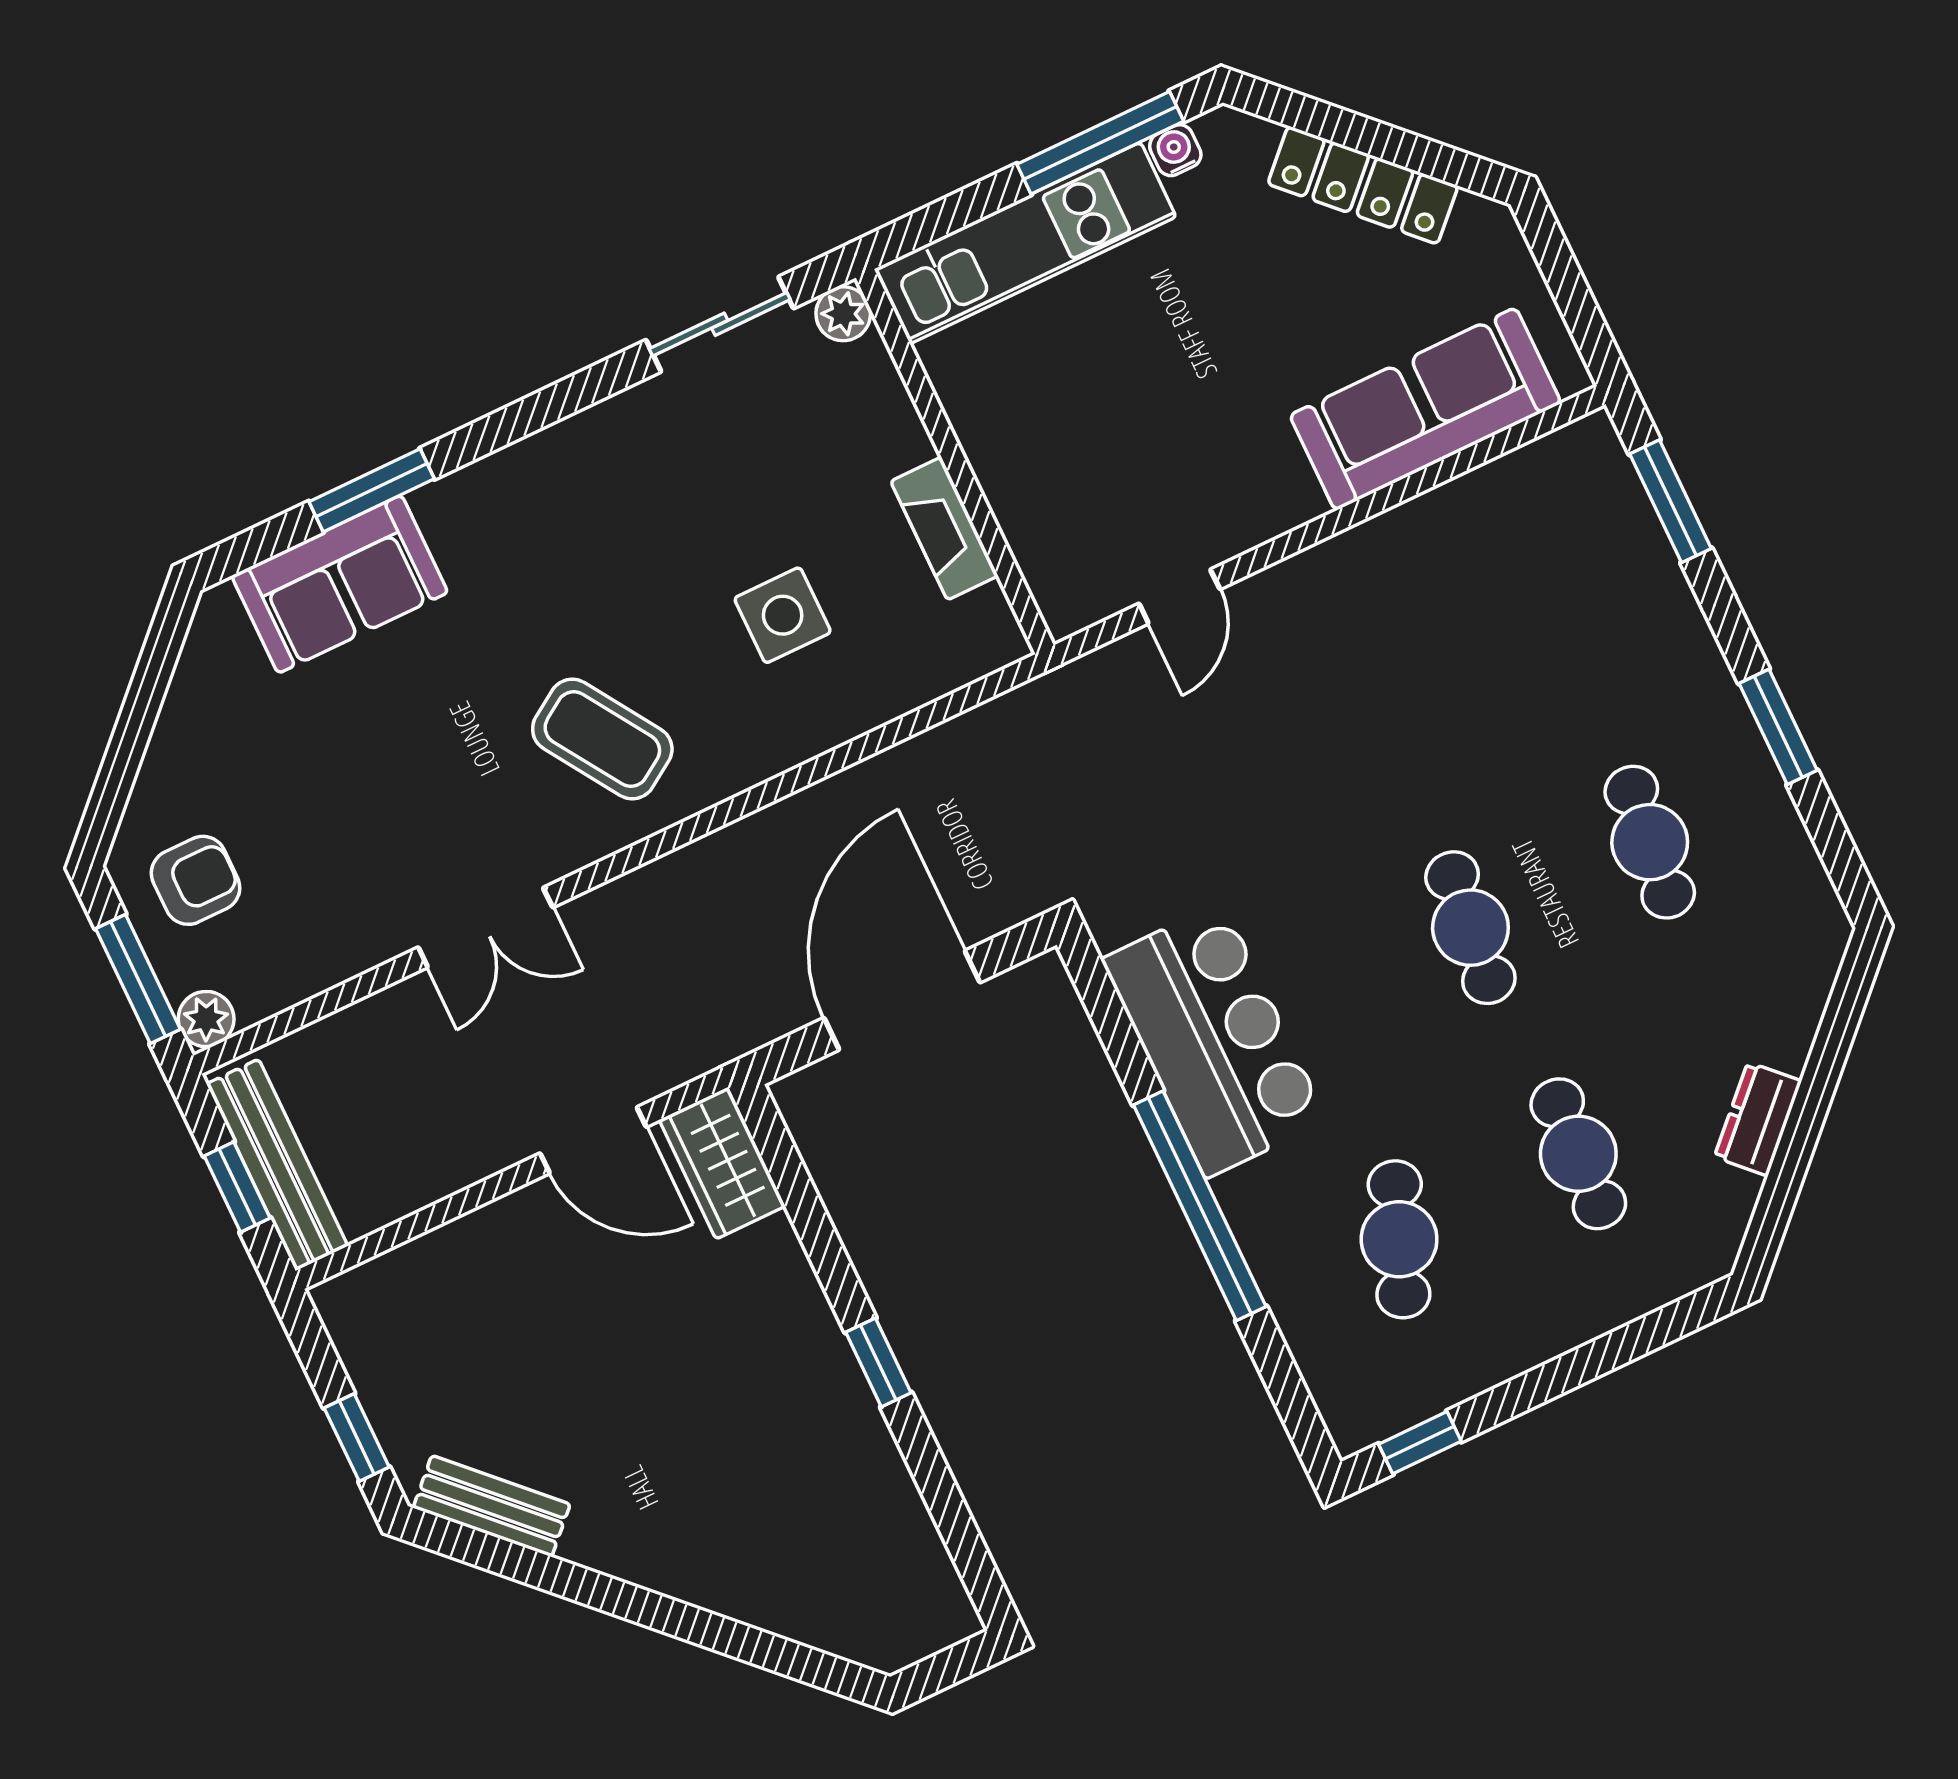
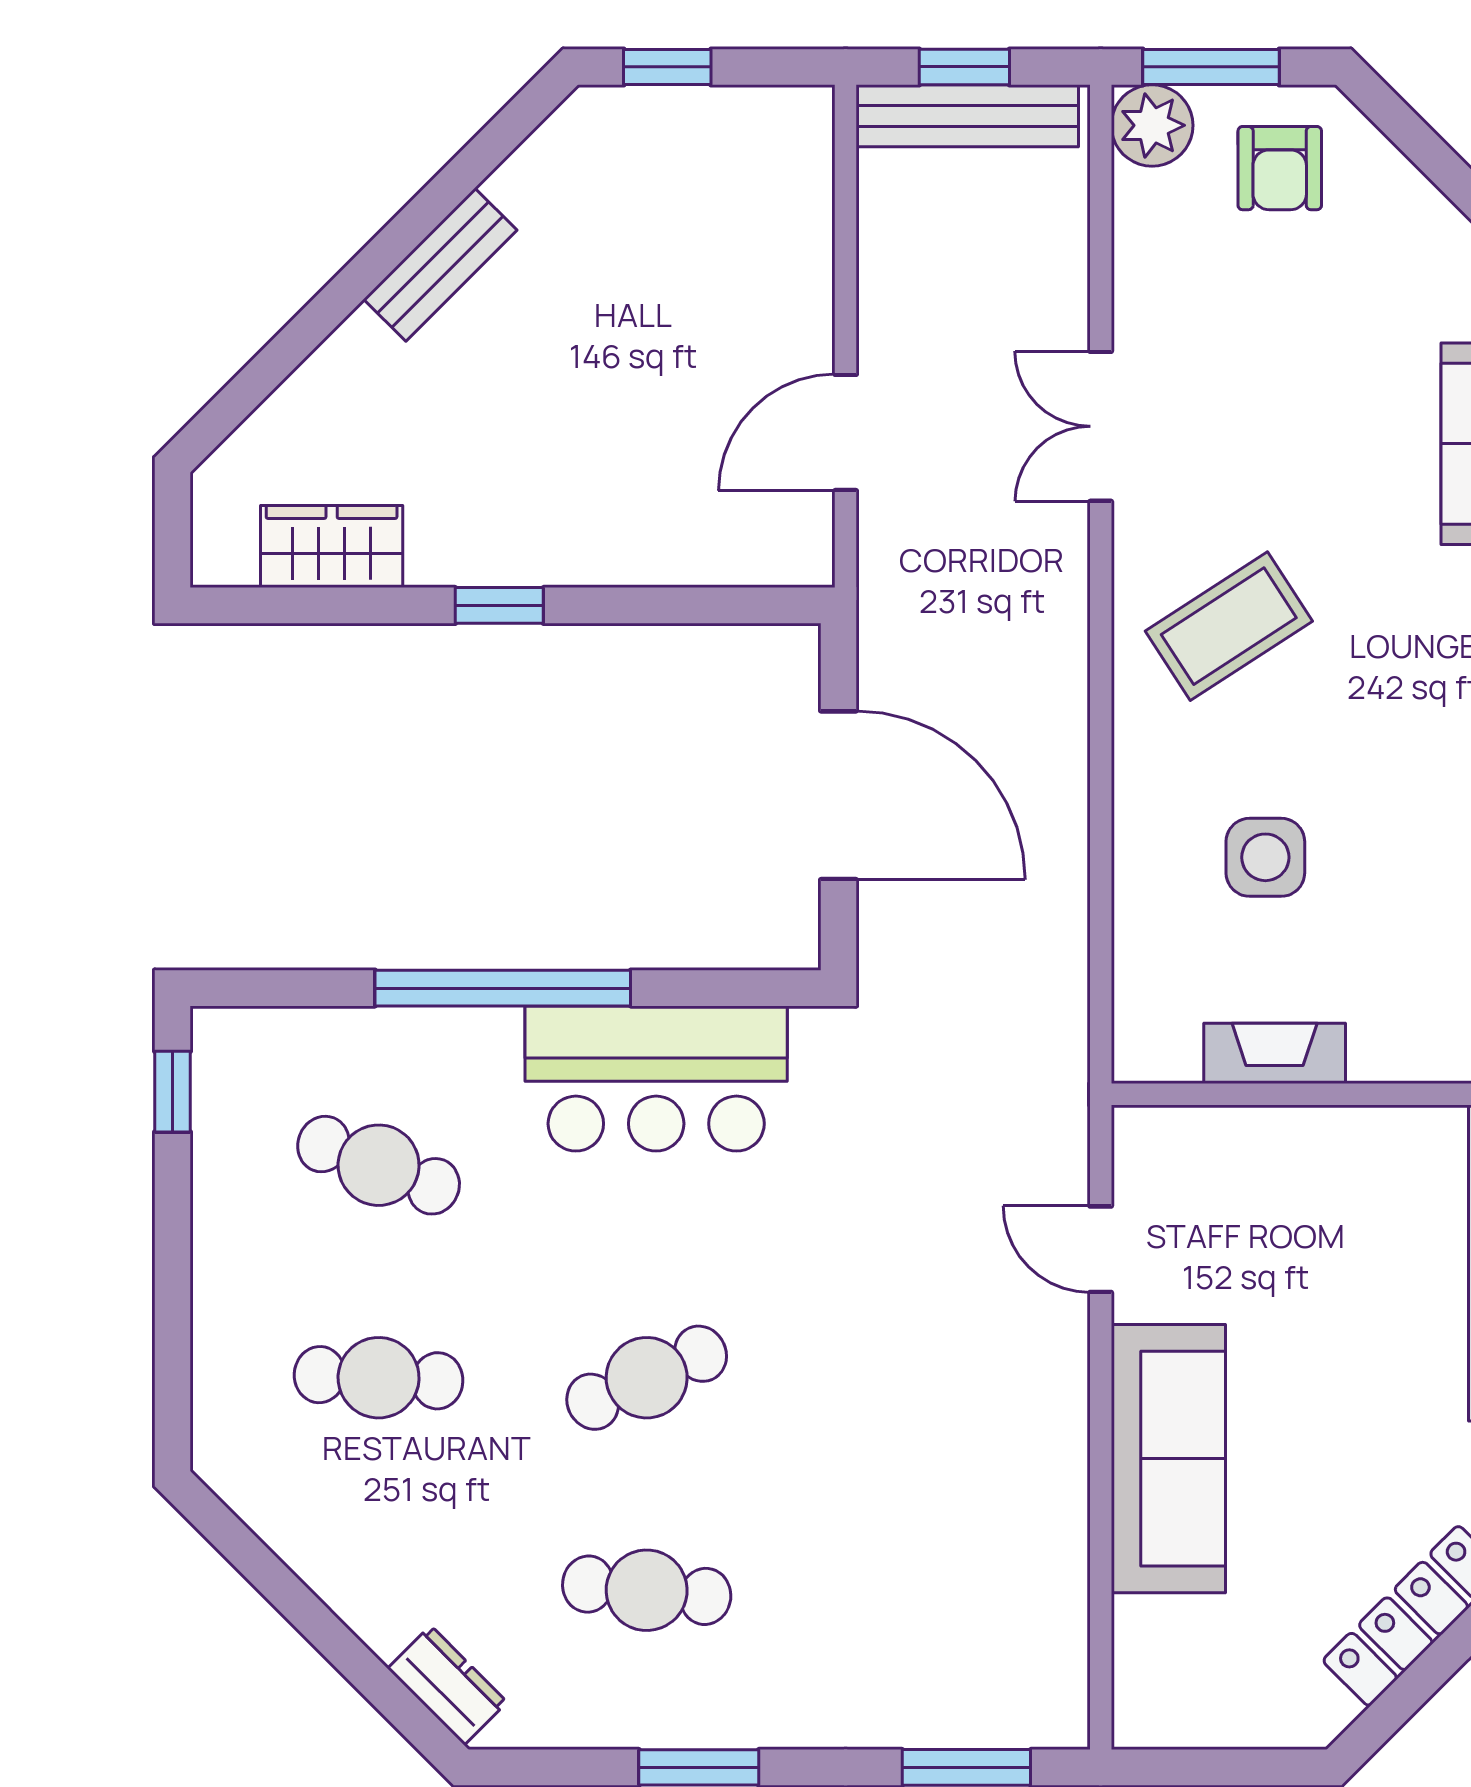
sofa: (1425, 409) -> (1168, 1459), moved
cafe table: (1470, 928) -> (647, 1378), turned -30
plant: (206, 1019) -> (1152, 125), width x1.38, depth x1.38
dresser: (1758, 1119) -> (447, 1685), moved
wardrobe: (722, 1163) -> (332, 547), moved
bench: (492, 1506) -> (440, 265), moved

